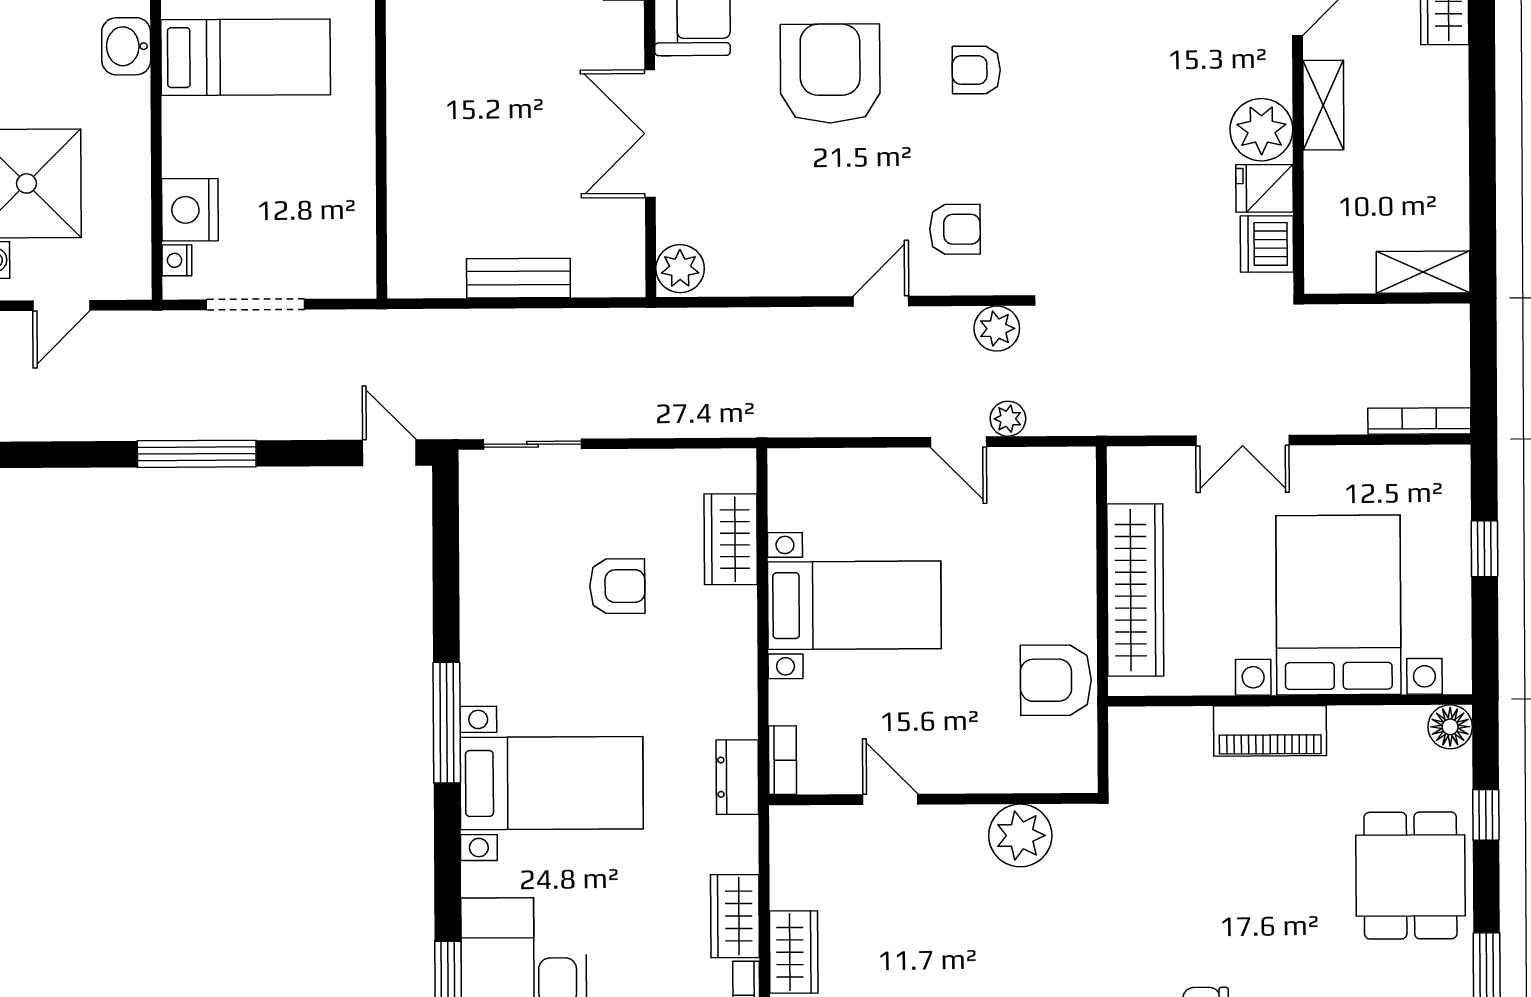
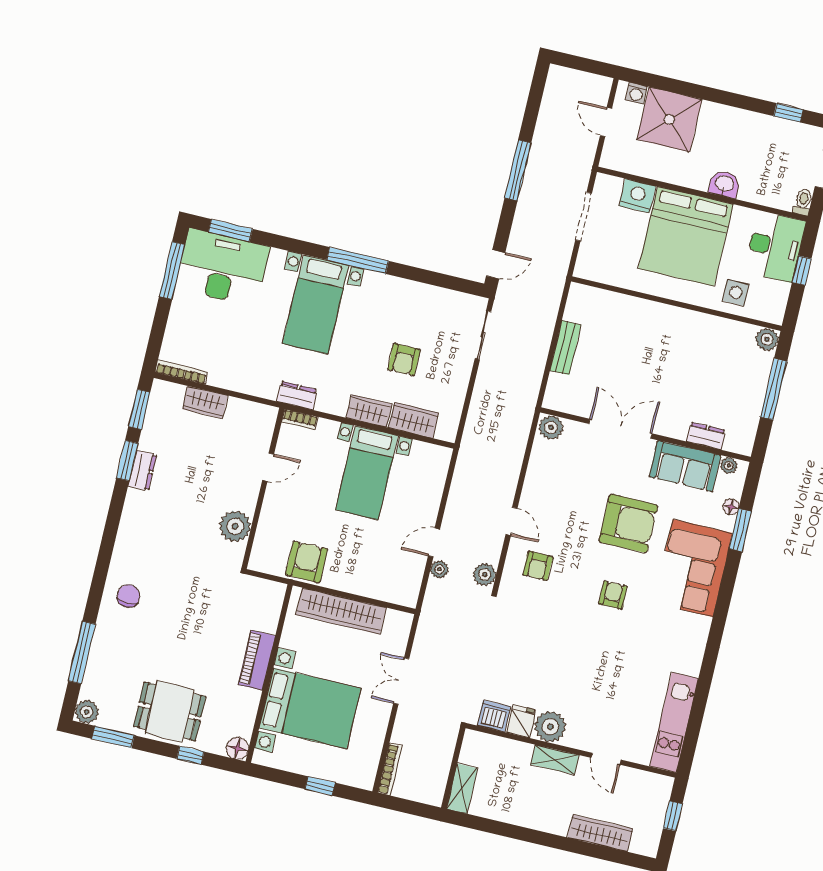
bed: (246, 57) -> (686, 236), width x2.04
nightstand: (177, 260) -> (614, 184), removed
wardrobe: (735, 916) -> (369, 411), moved

